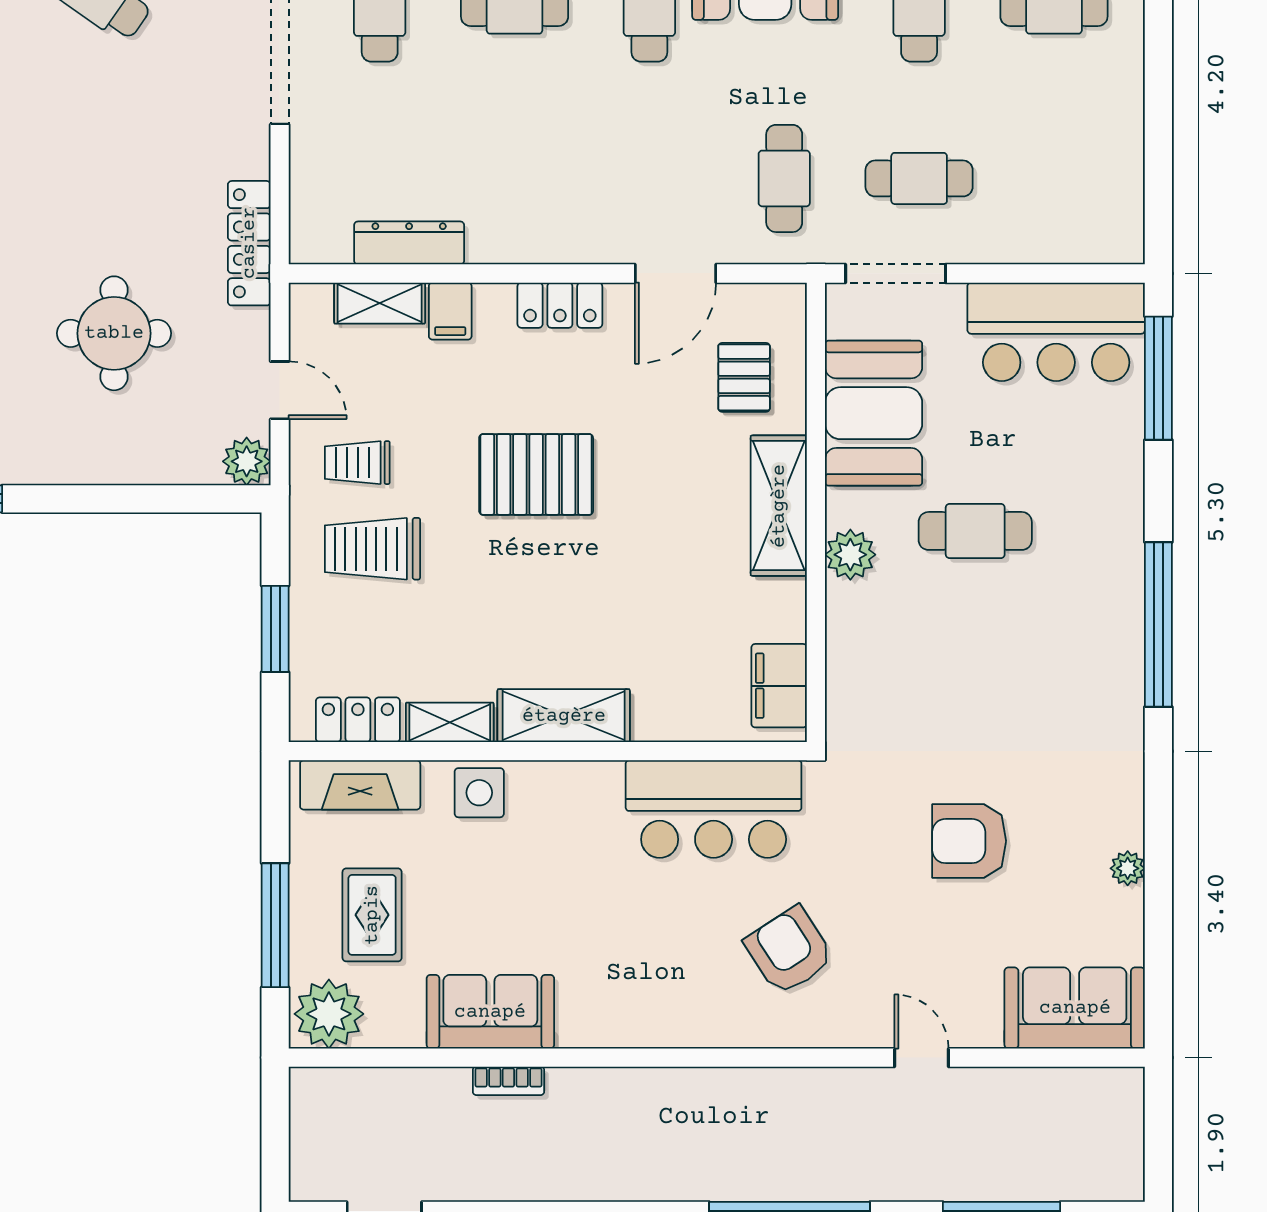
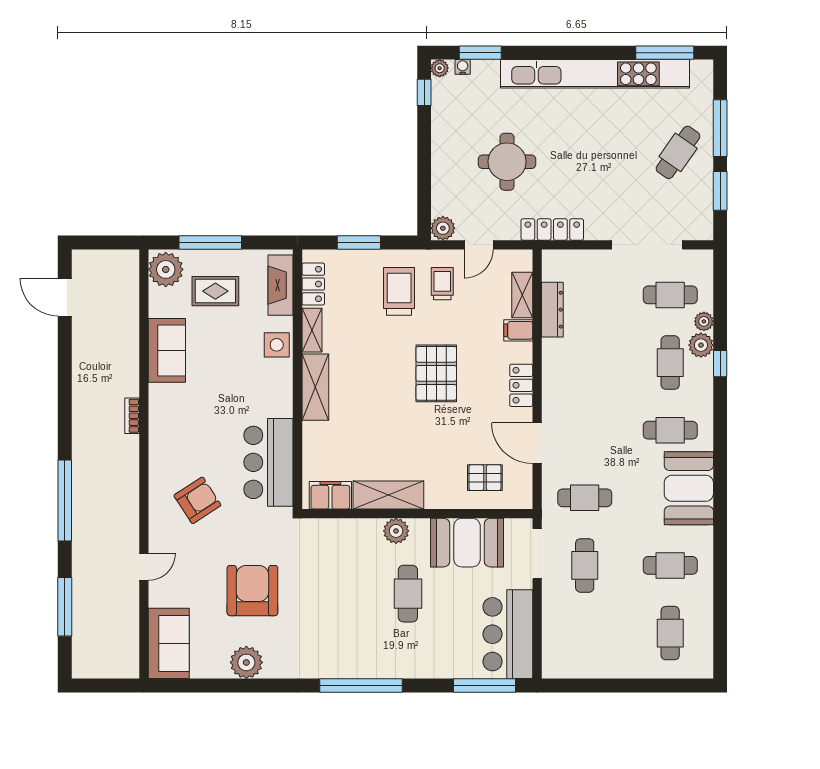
shelving: (779, 506) -> (388, 495), moved
armchair: (969, 841) -> (252, 591), width x1.36, depth x1.36
plant: (1128, 868) -> (246, 662), width x1.87, depth x1.87
bookcase: (508, 1081) -> (132, 416), moved

